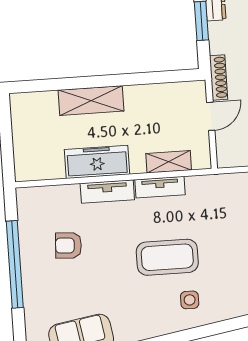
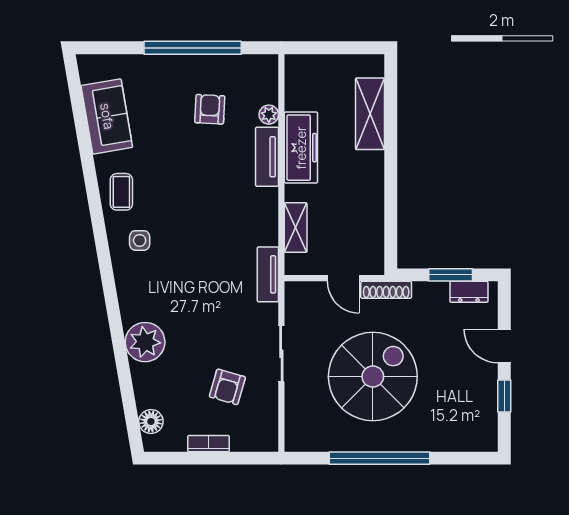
shelving: (91, 101) -> (370, 114), moved
tv unit: (160, 187) -> (268, 274), moved
plant: (70, 193) -> (269, 115), added
coffee table: (167, 257) -> (121, 192), moved, width x0.54, depth x0.58

